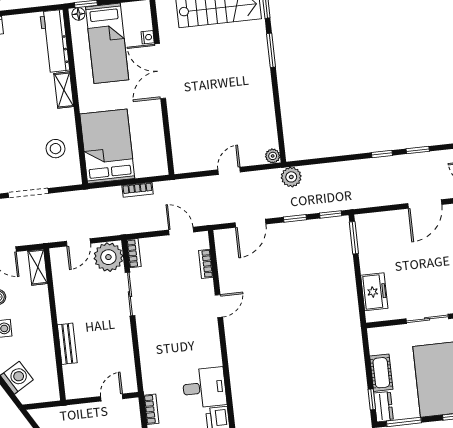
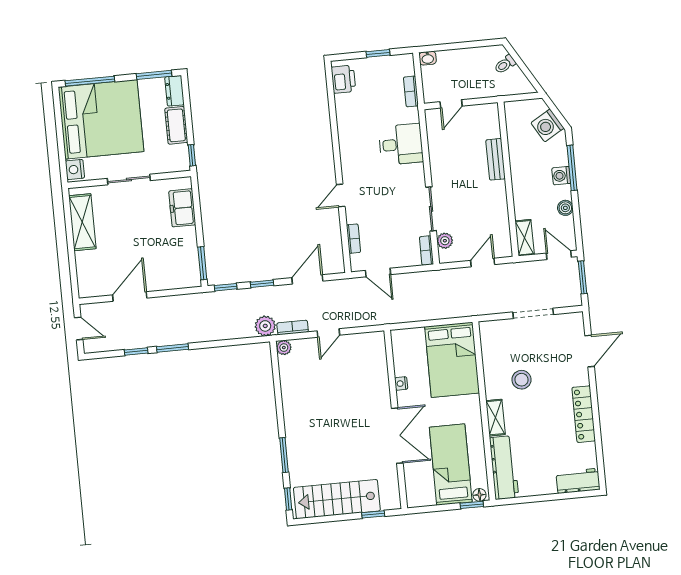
nightstand: (148, 37) -> (401, 383), moved
stool: (55, 149) -> (522, 380), moved
window: (382, 154) -> (173, 348), width x1.50
bookcase: (138, 190) -> (293, 328), moved
plant: (108, 257) -> (445, 241), width x0.53, depth x0.53
desk: (204, 388) -> (401, 144), moved, turned 180
window: (372, 399) -> (192, 155), moved

